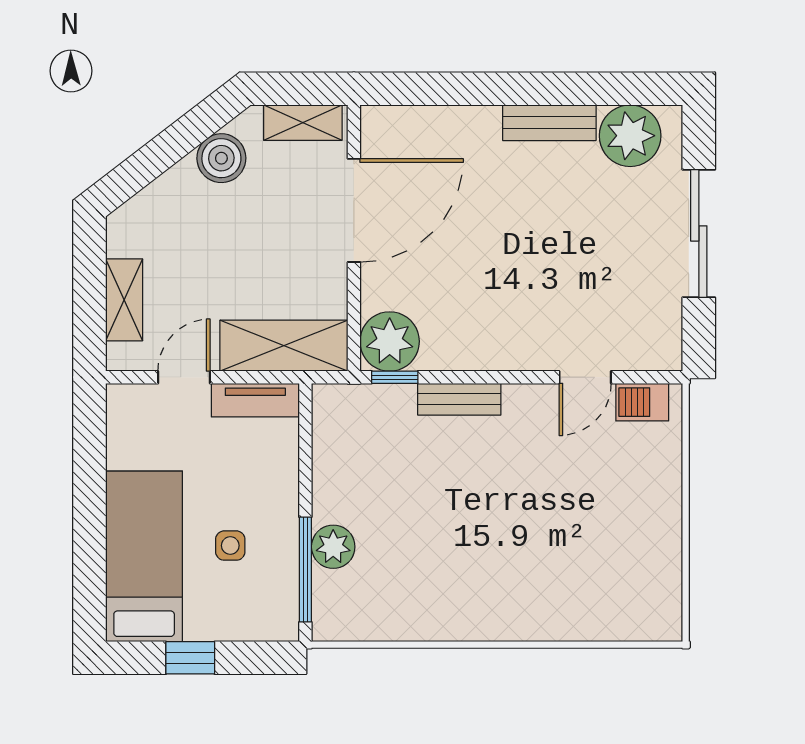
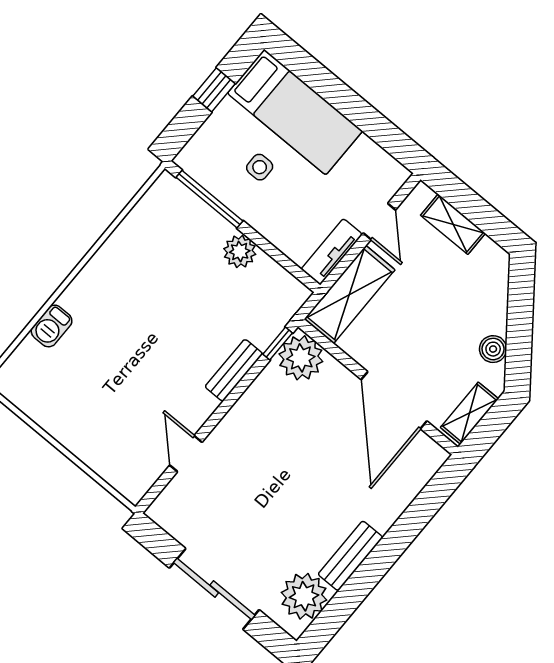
boiler: (221, 158) -> (493, 349), width x0.73, depth x0.73
barbecue: (642, 402) -> (52, 326), moved, turned 180
plant: (333, 547) -> (240, 251), moved

